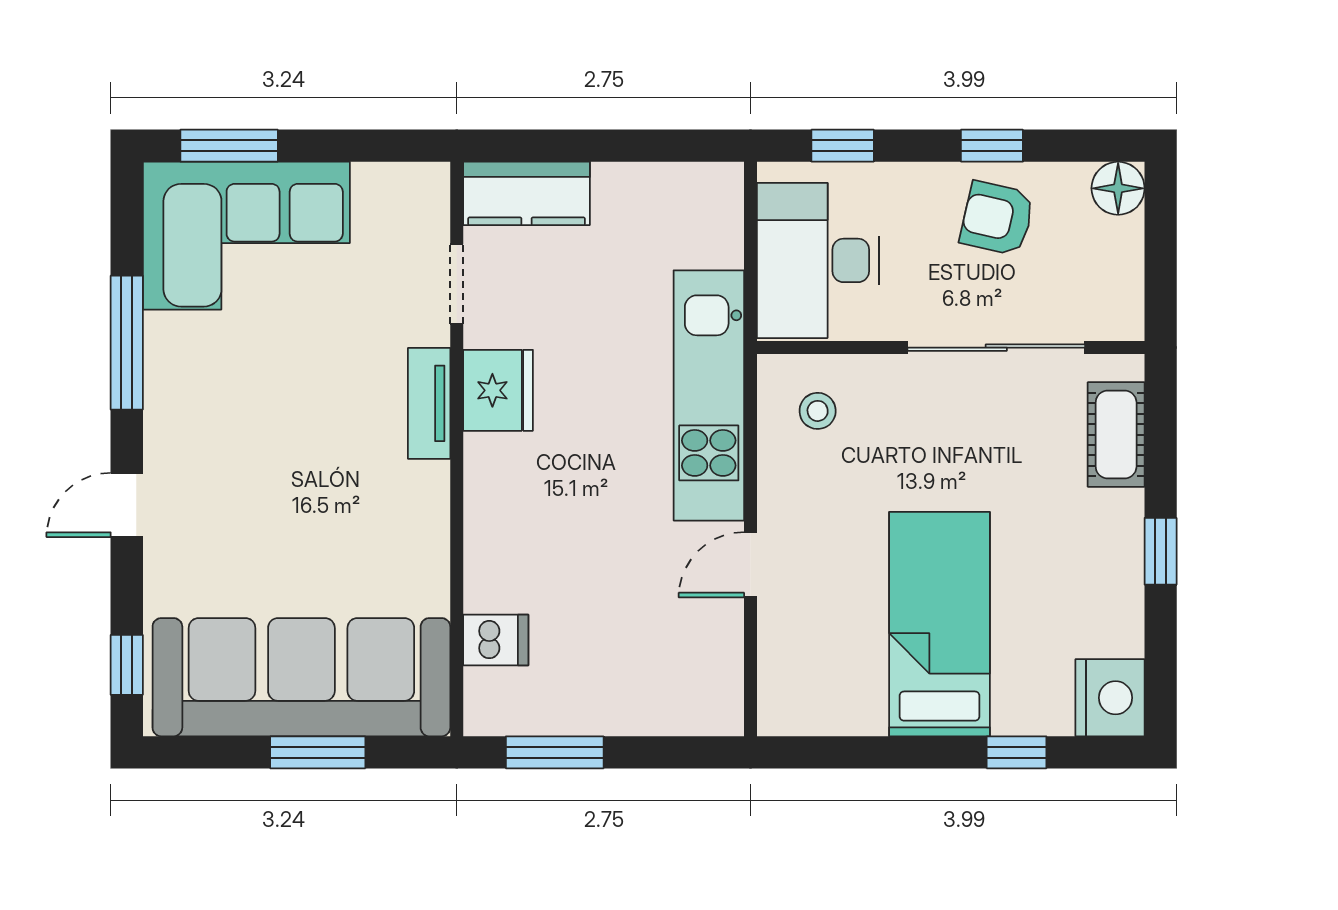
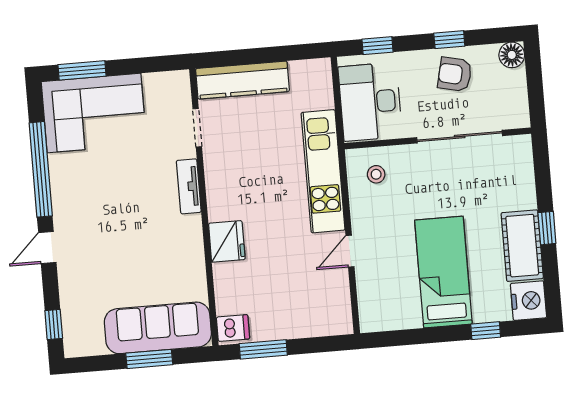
kitchen counter: (527, 193) -> (242, 80), width x1.50
window: (127, 343) -> (41, 169), width x1.46
fridge: (498, 390) -> (227, 241), moved
cot: (1116, 435) -> (522, 246), moved, width x1.37, depth x1.34
dishwasher: (496, 640) -> (233, 328), moved
sofa: (301, 677) -> (158, 328), width x0.74, depth x0.79

